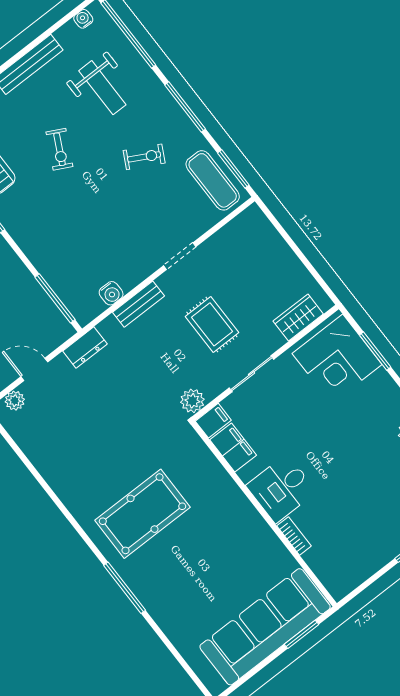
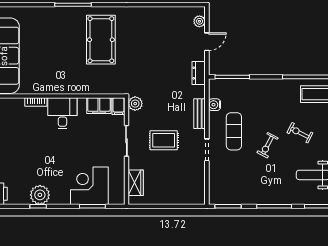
exercise bike: (144, 157) -> (267, 145), moved
exercise mat: (213, 180) -> (234, 131), moved, turned 90
corner desk: (337, 359) -> (89, 186), moved

